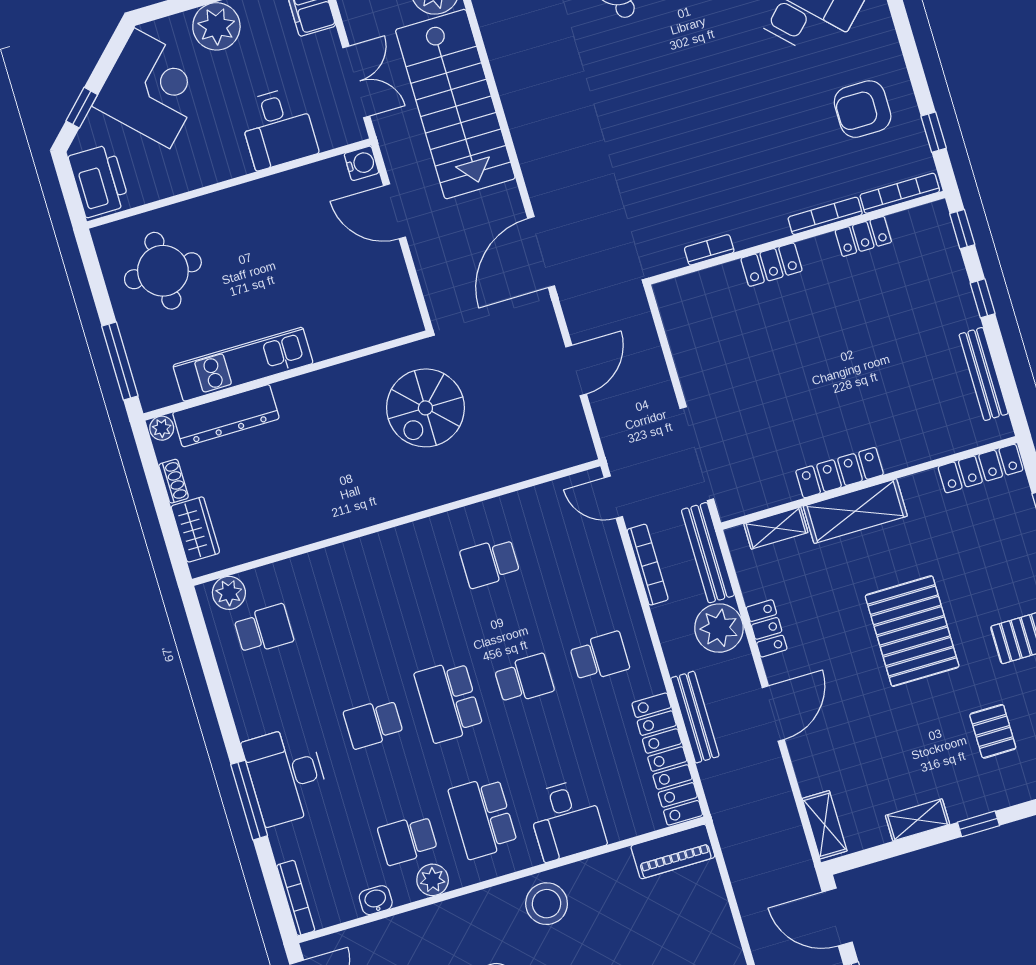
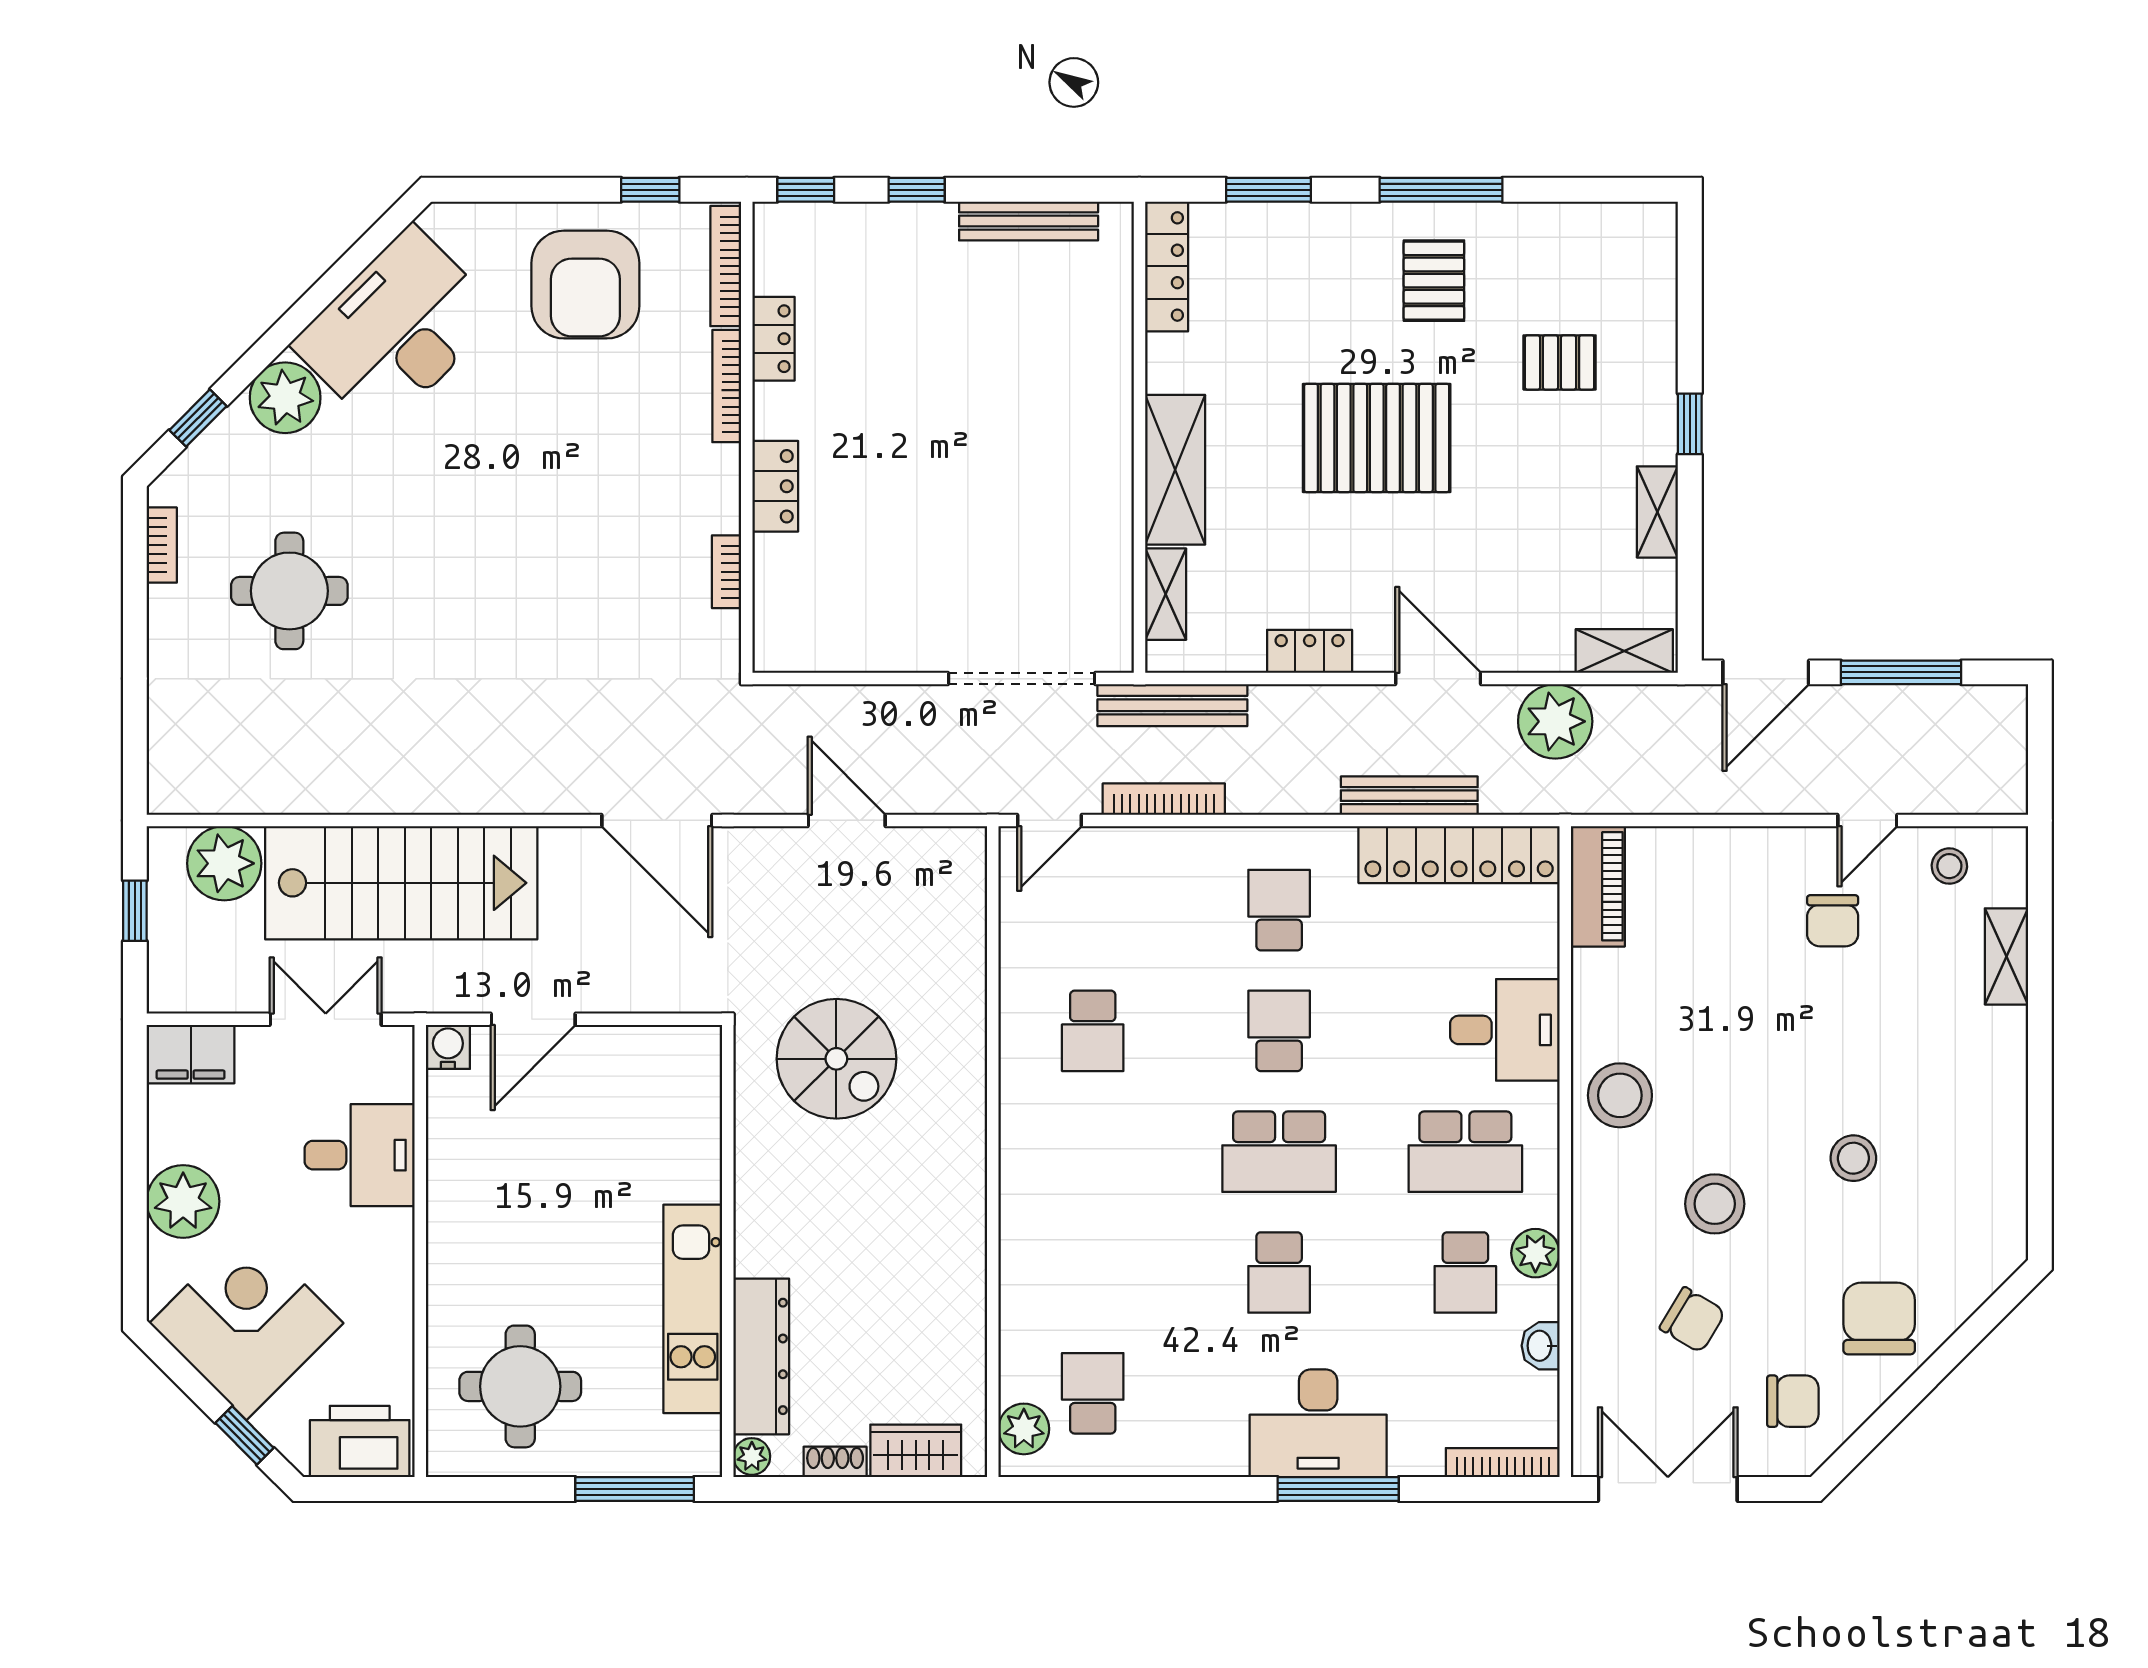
armchair: (863, 109) -> (585, 285), width x1.36, depth x1.36
locker: (840, 473) -> (1112, 476), removed
plant: (719, 628) -> (1555, 721), moved

